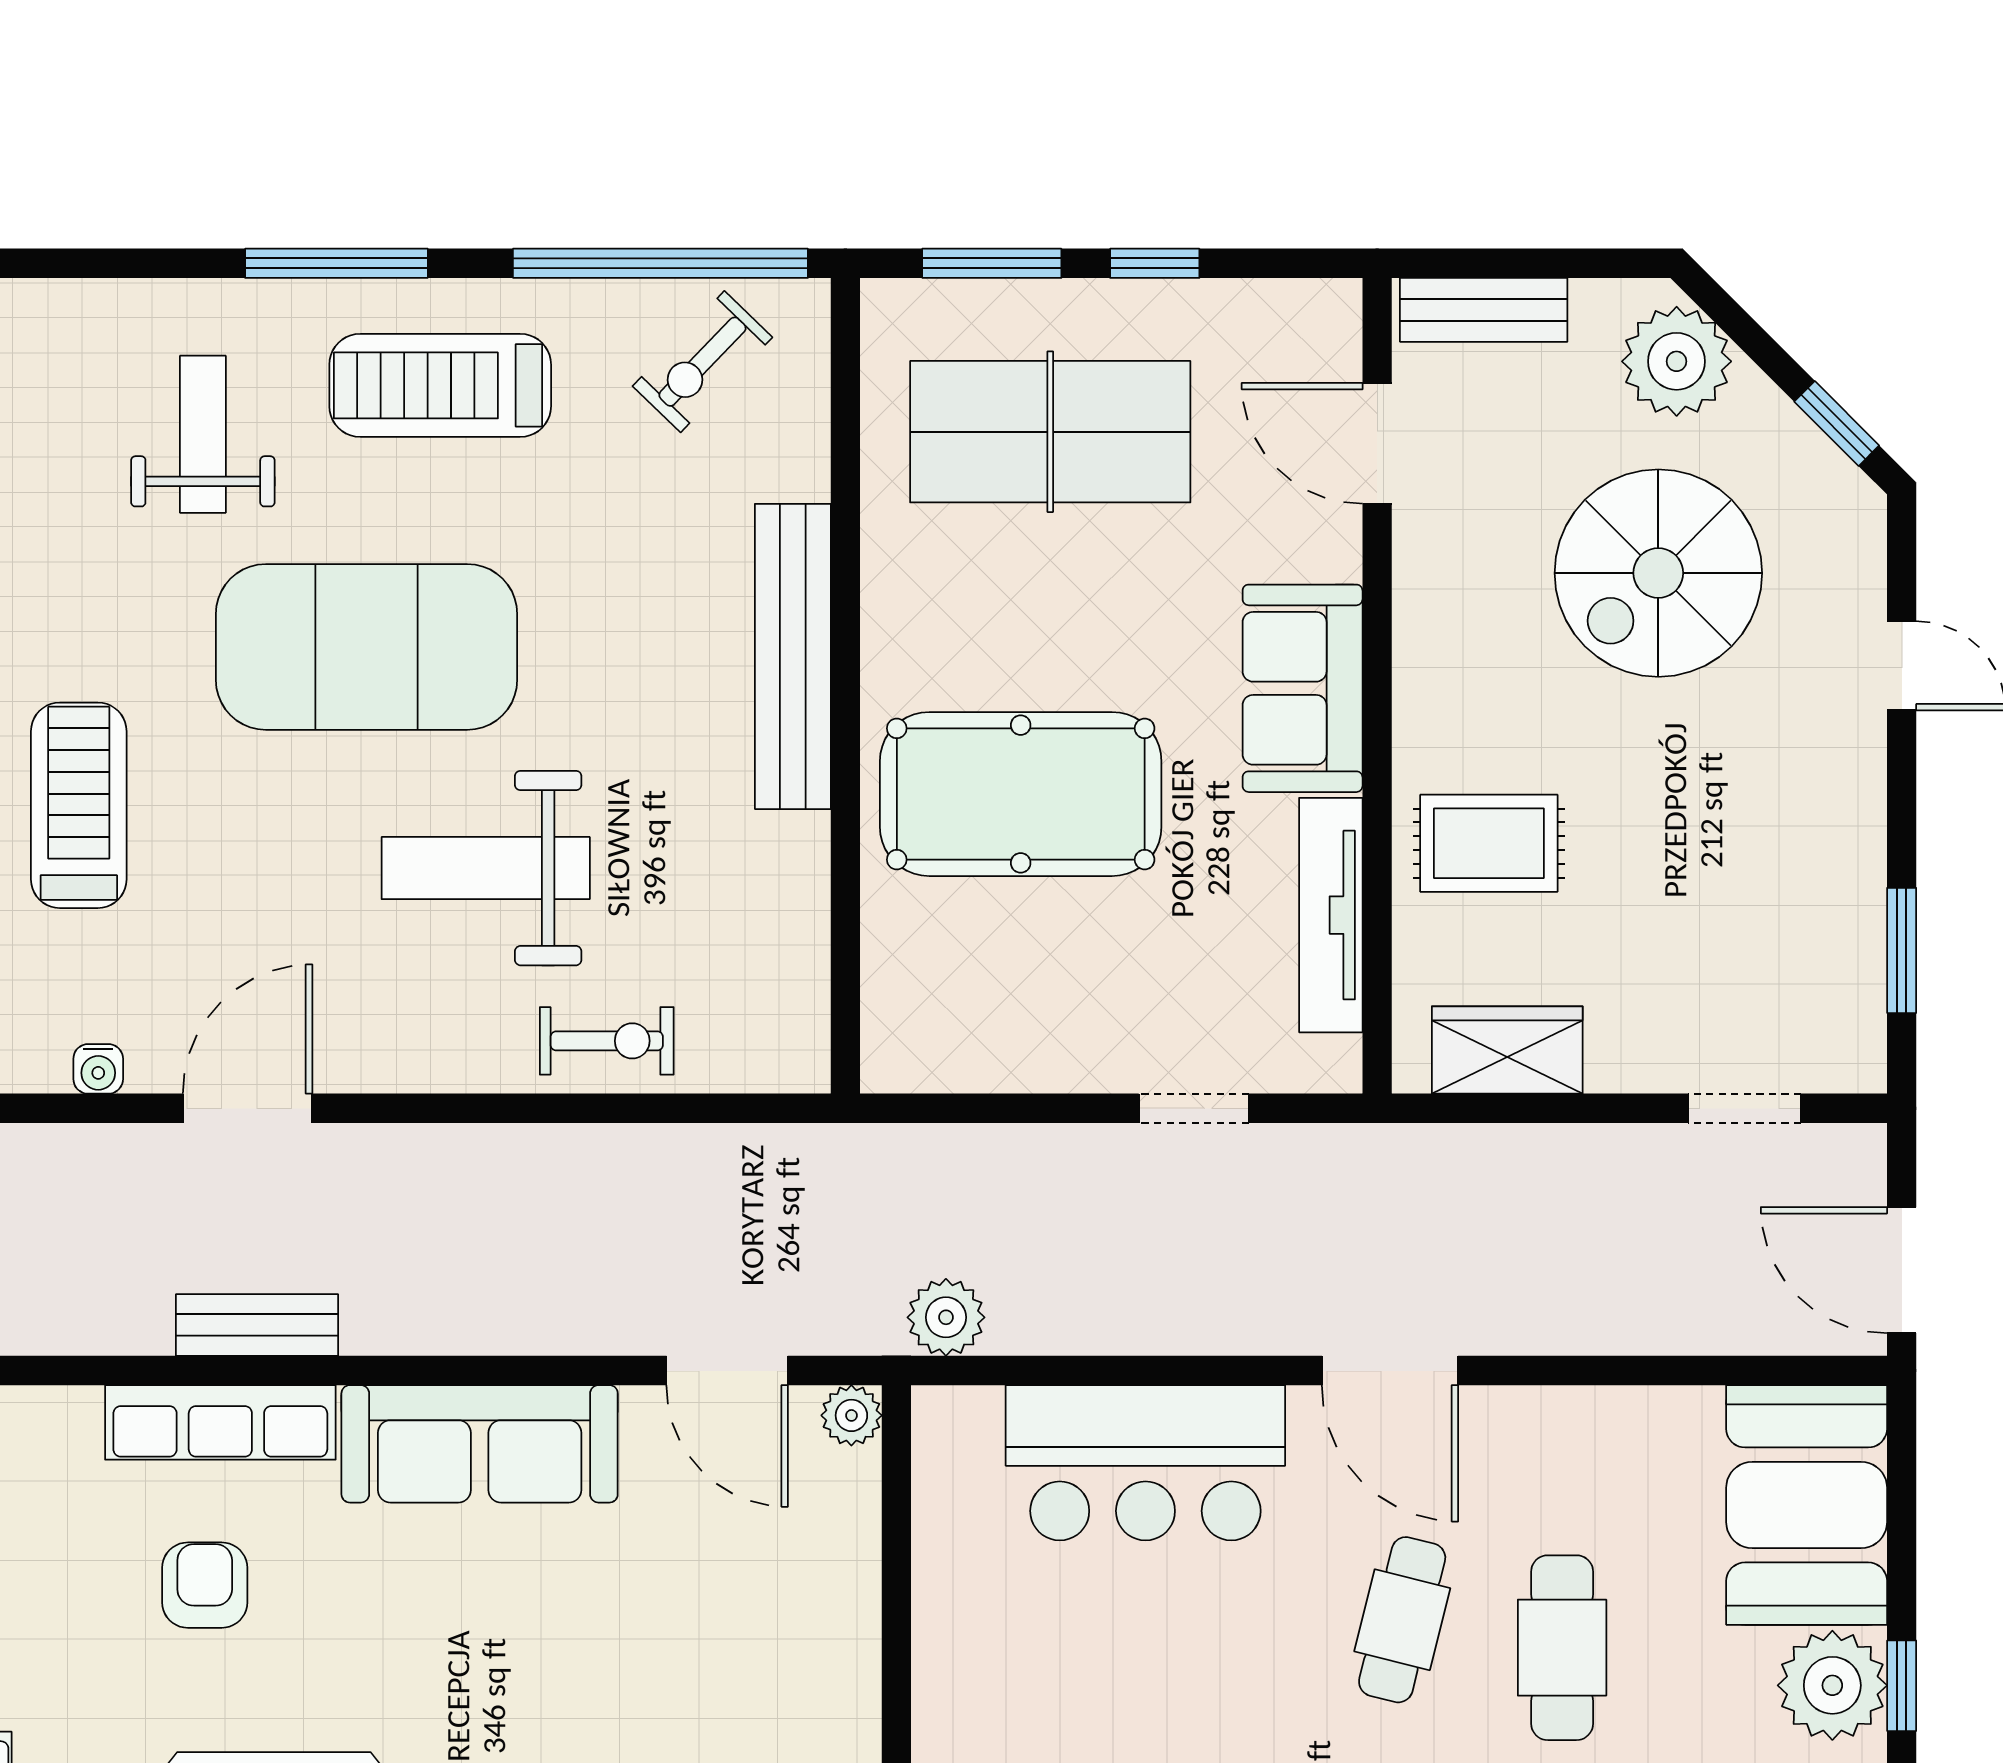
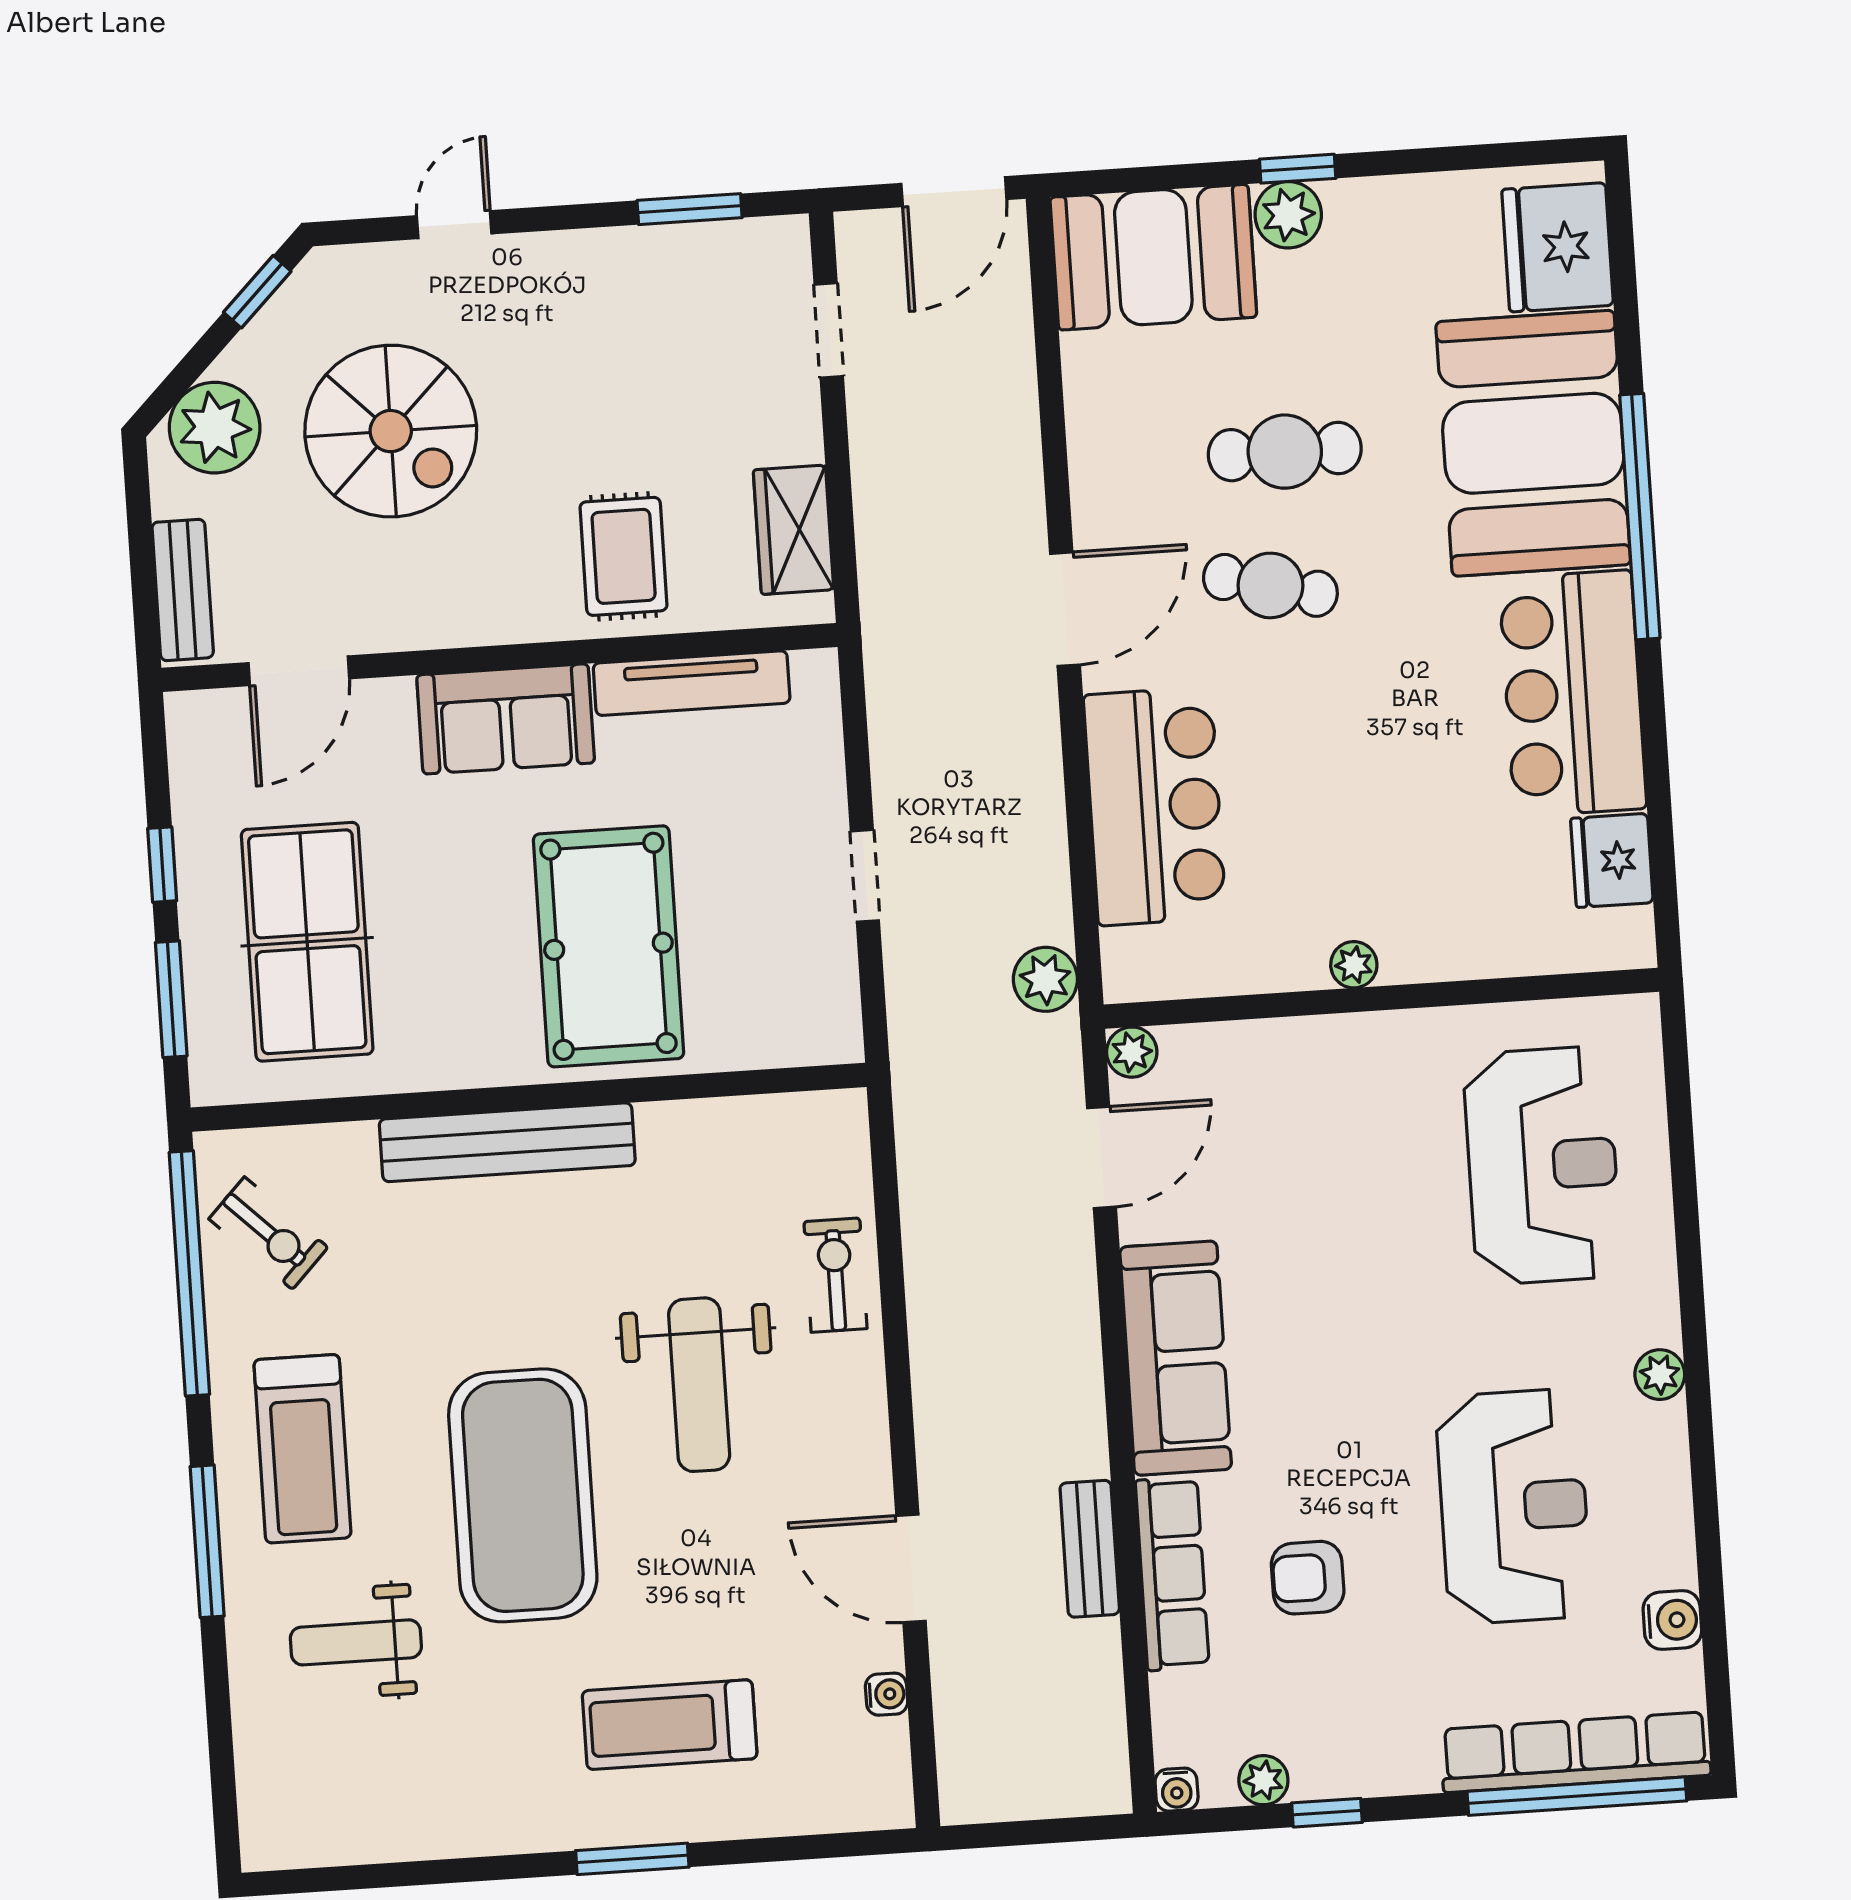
doorway: (1194, 1108) -> (865, 876), moved
plant: (1832, 1685) -> (1288, 215), width x0.73, depth x0.73
plant: (939, 1690) -> (1354, 965), added

